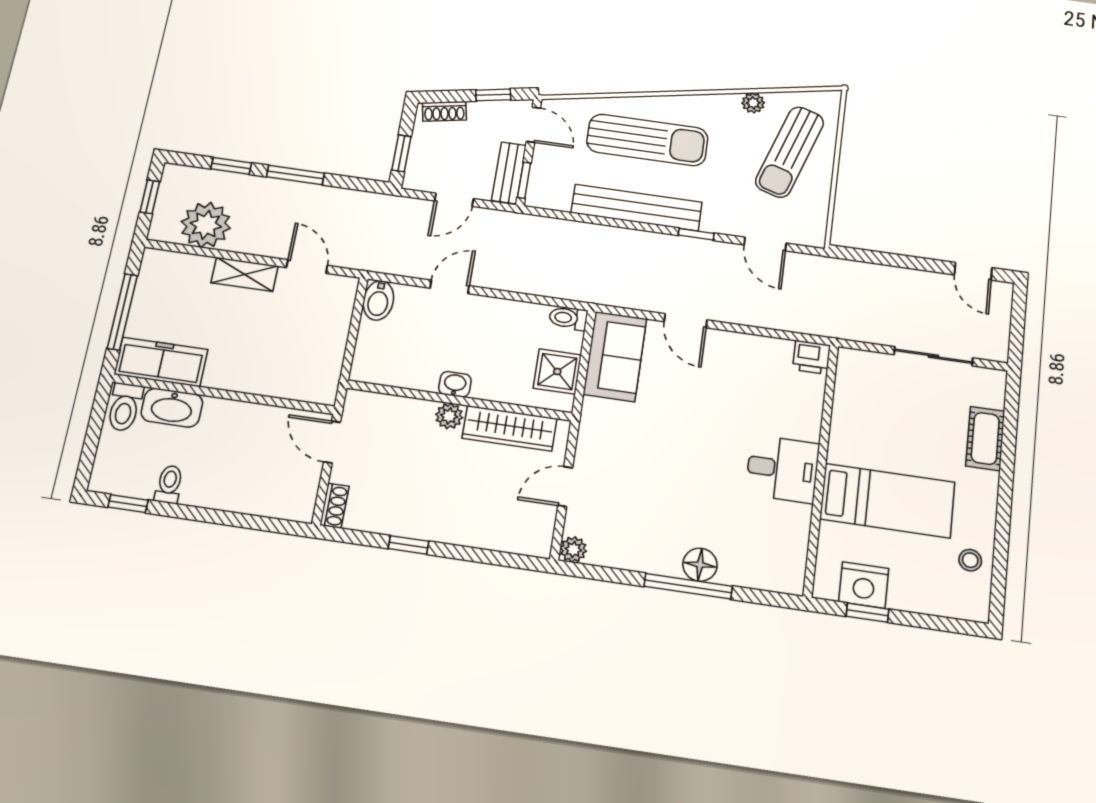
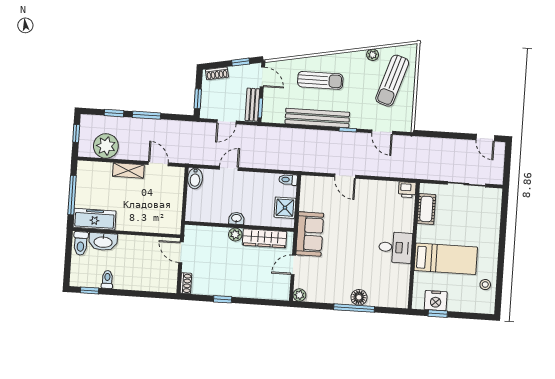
sun lounger: (647, 140) -> (320, 80), width x0.73, depth x0.75
sofa: (615, 356) -> (310, 234), moved
cot: (985, 438) -> (426, 209), moved

